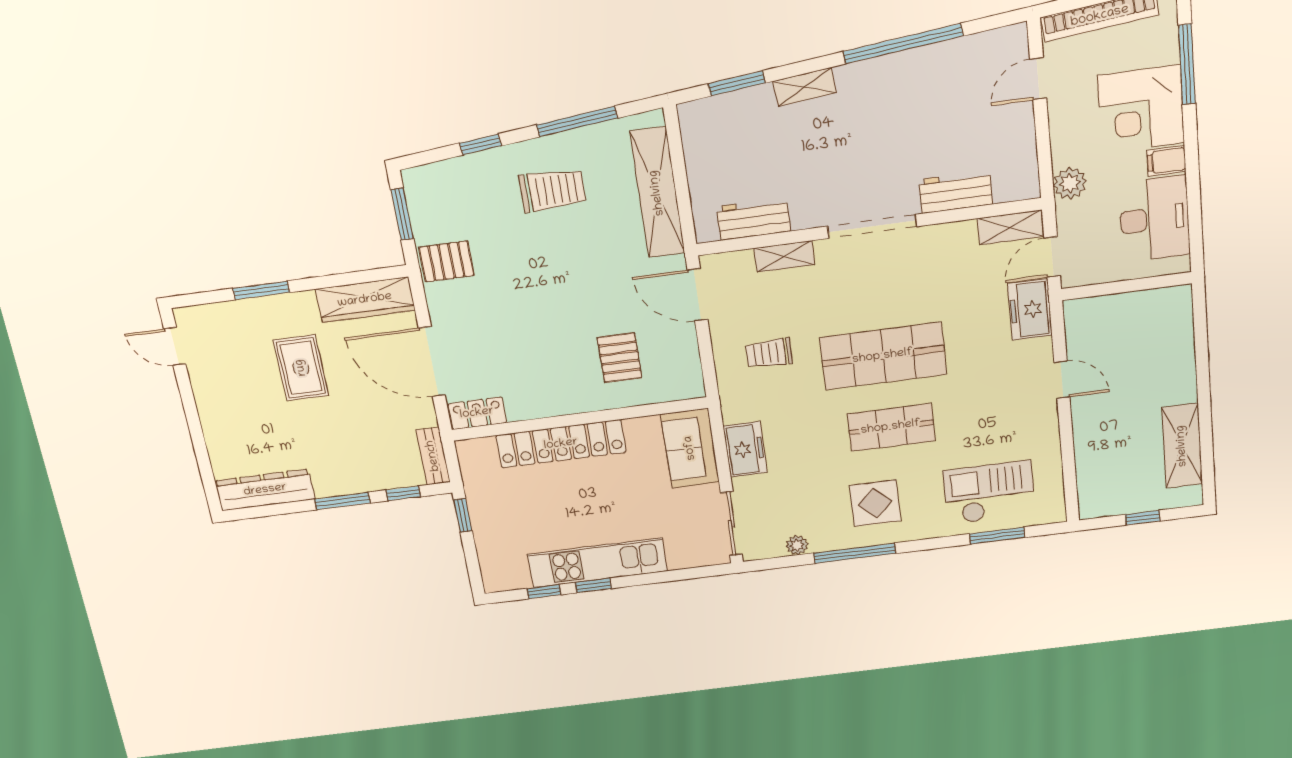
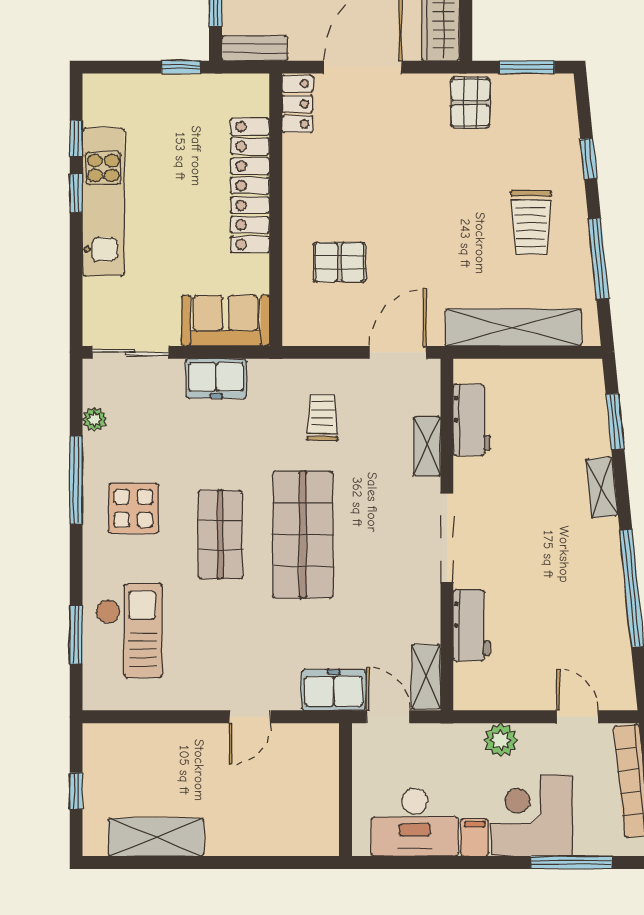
plant: (1070, 183) -> (501, 740), moved

